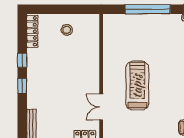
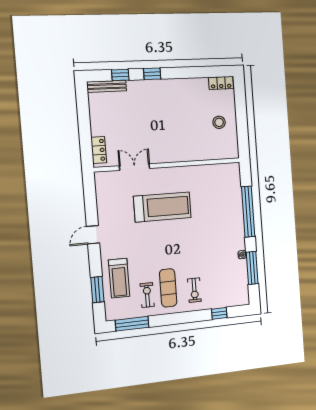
locker: (32, 31) -> (221, 83), width x0.66
window: (22, 60) -> (120, 75), moved

